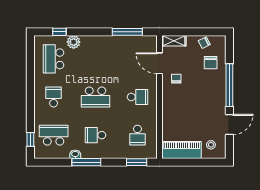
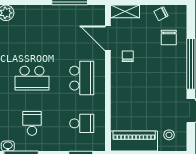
school desk: (137, 97) -> (82, 78), width x1.85
school desk: (96, 135) -> (32, 123), turned 90
school desk: (137, 135) -> (82, 123), turned -90

